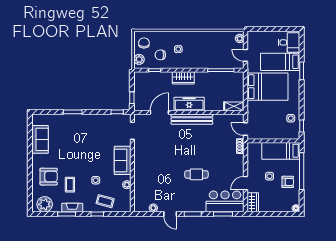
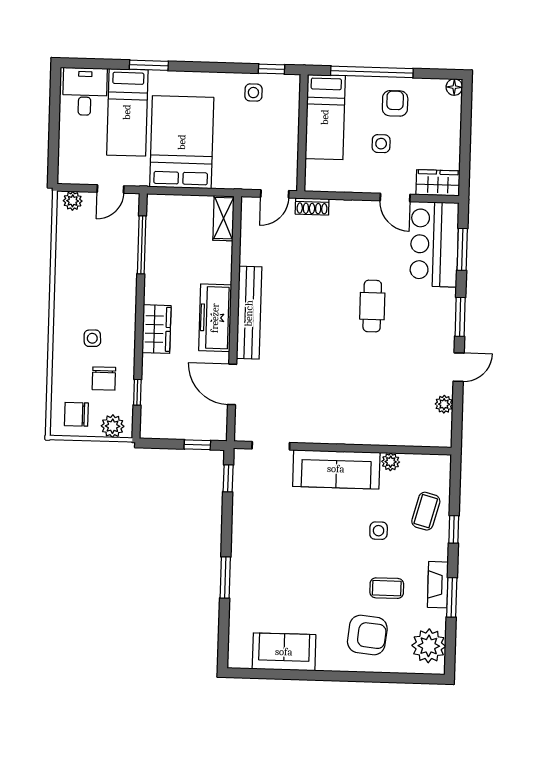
sofa: (123, 160) -> (336, 469), width x1.36
armchair: (49, 177) -> (367, 635), turned 96

